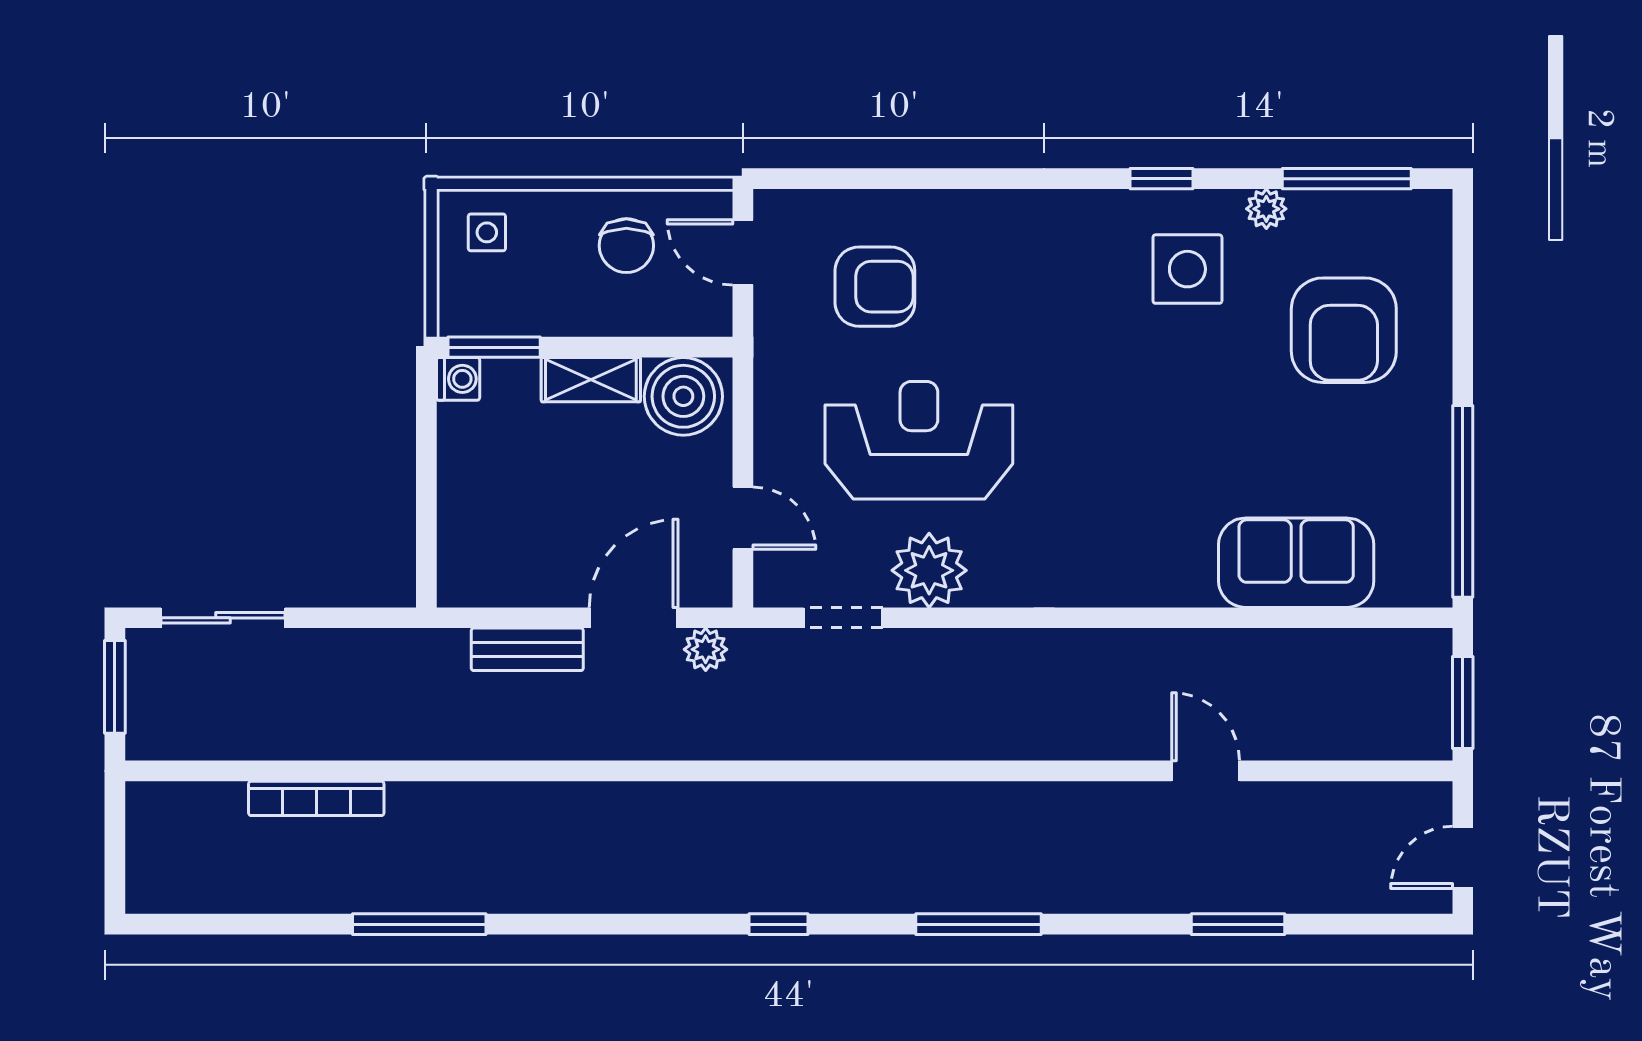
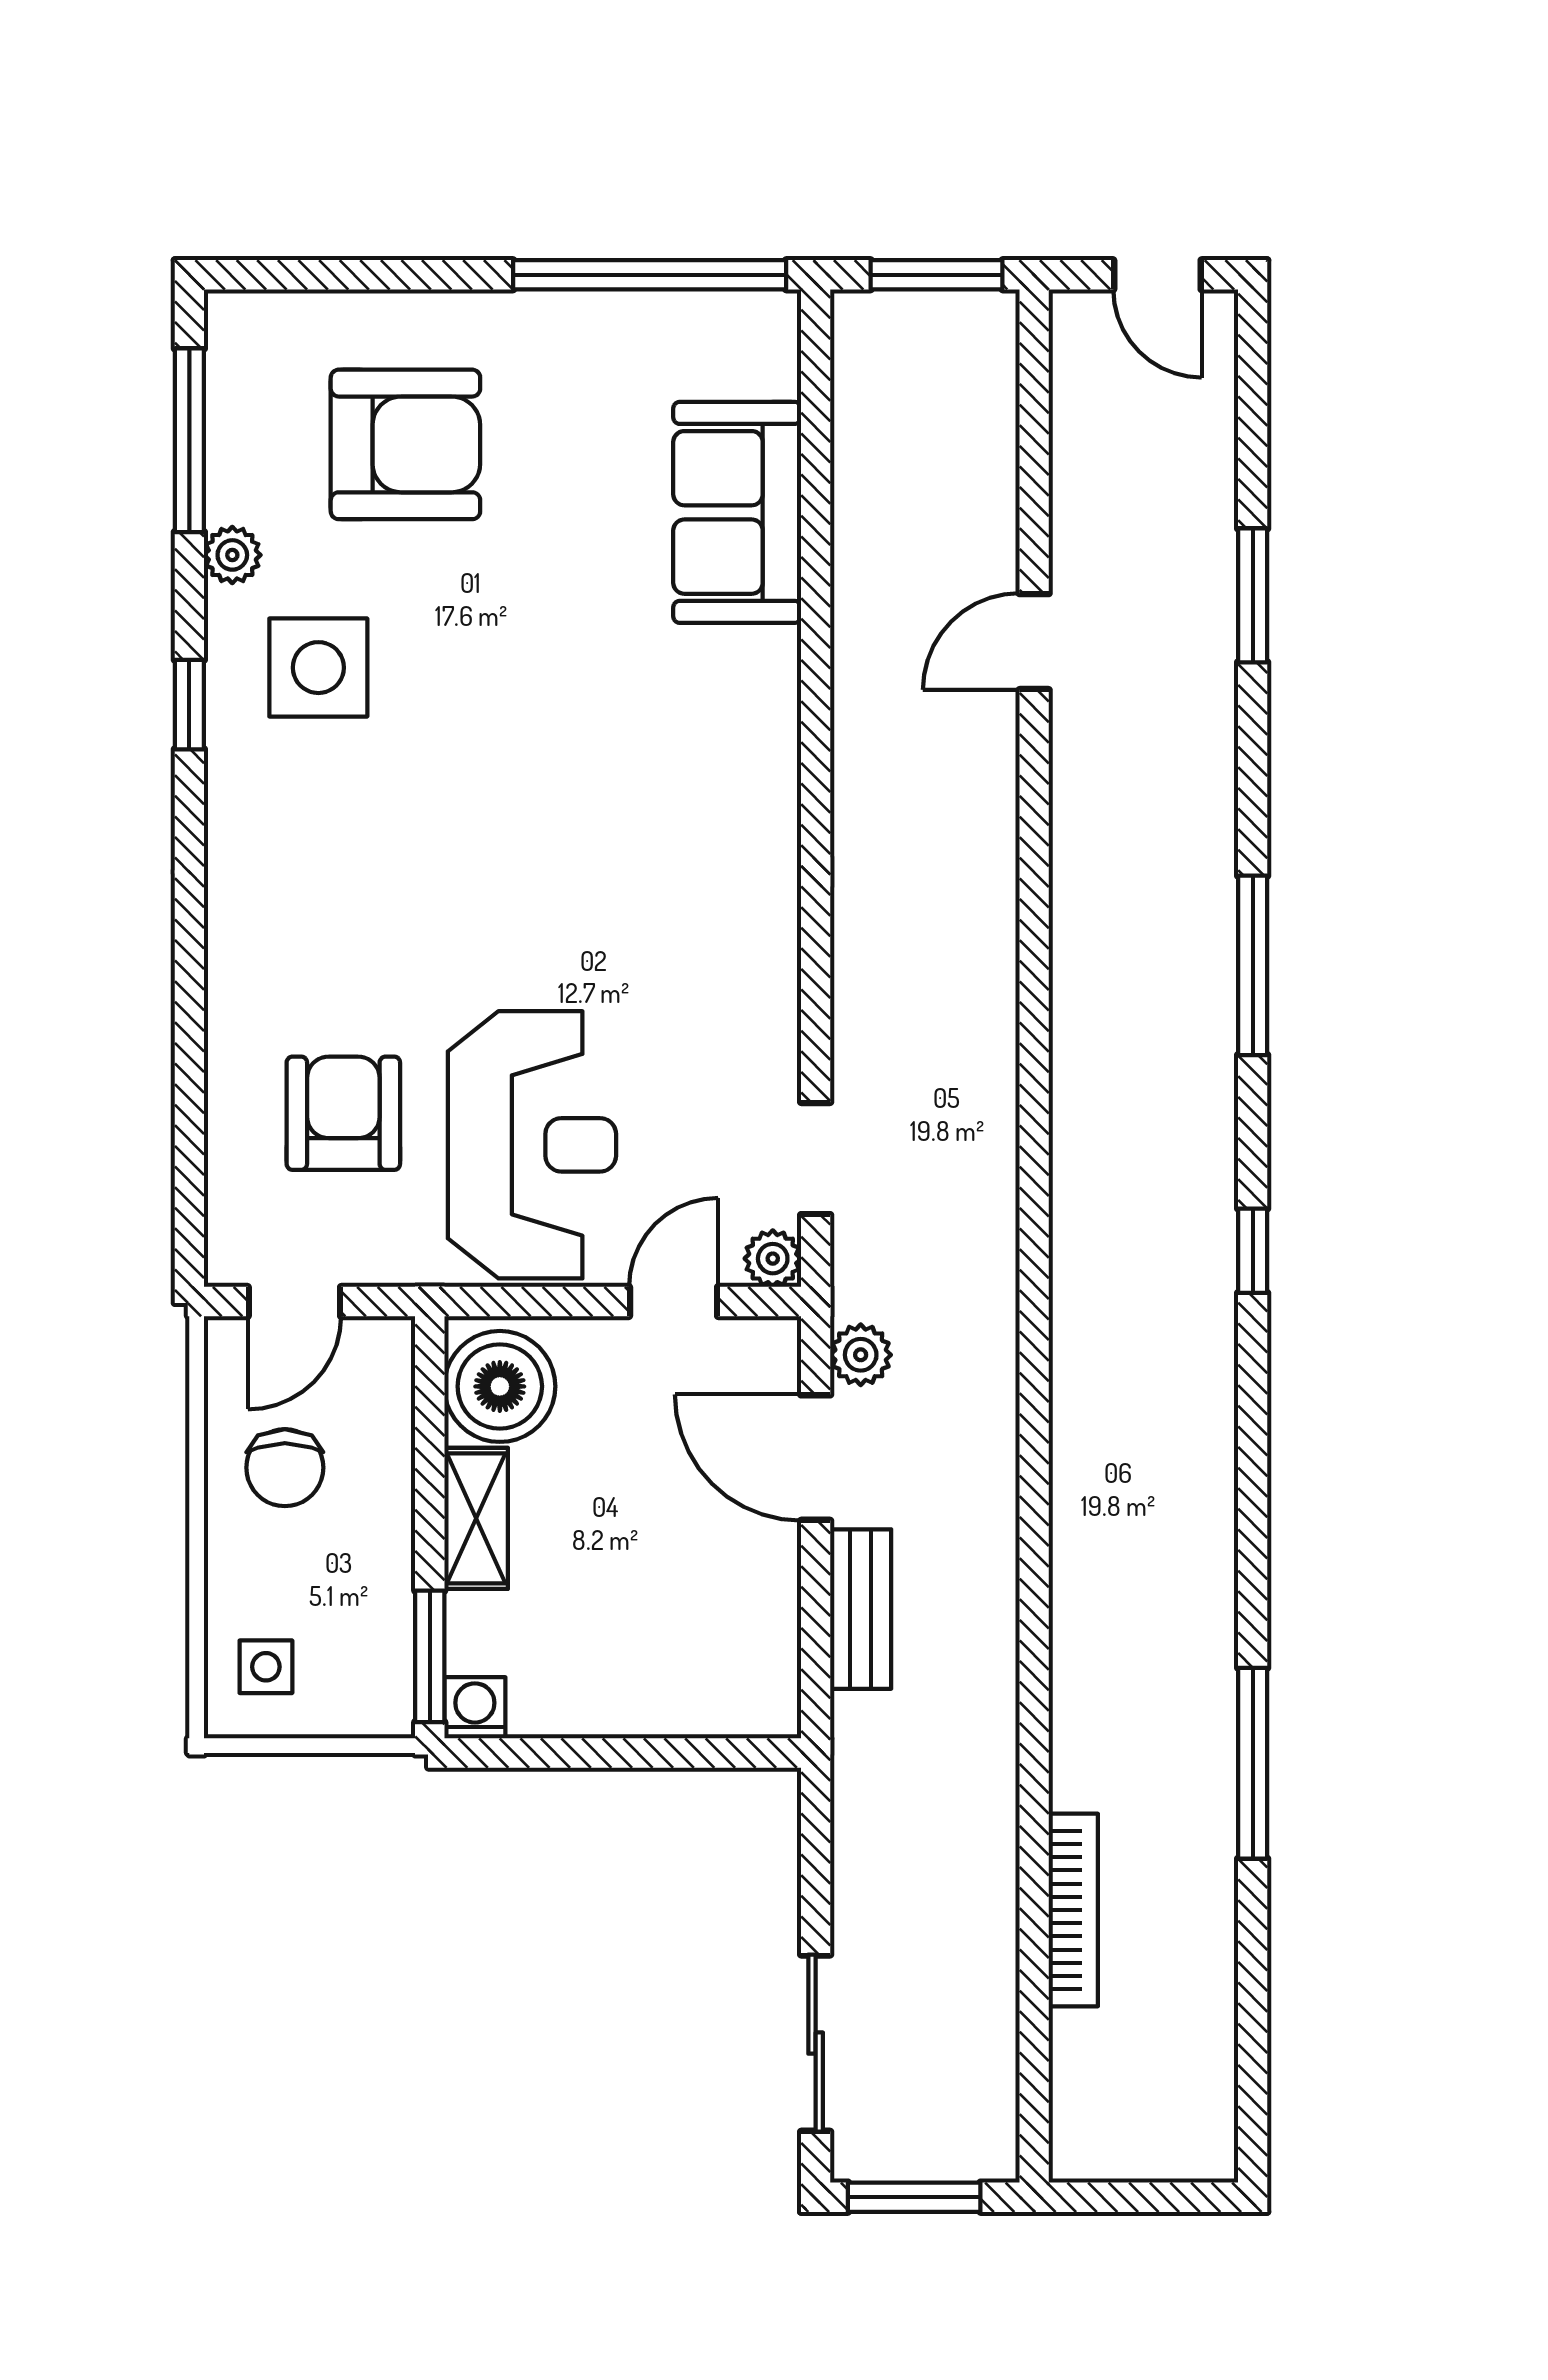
chair: (626, 246) -> (285, 1468), turned 90
reception desk: (919, 440) -> (532, 1145), moved, turned 180
plant: (929, 570) -> (773, 1259), moved, width x0.53, depth x0.53

